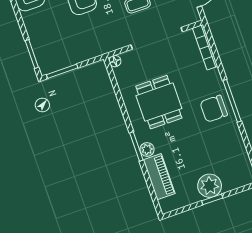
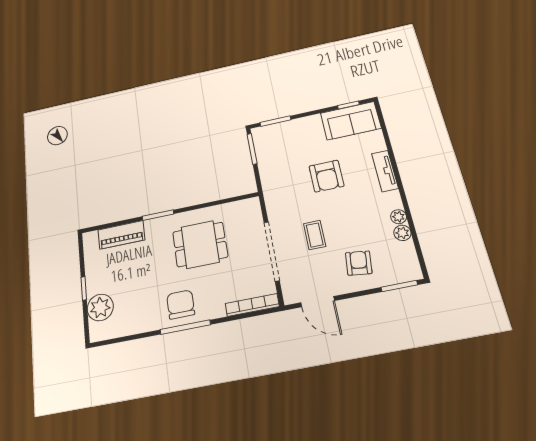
floor lamp: (115, 61) -> (253, 203), removed
plant: (147, 149) -> (152, 226), removed
plant: (210, 186) -> (100, 307), moved

